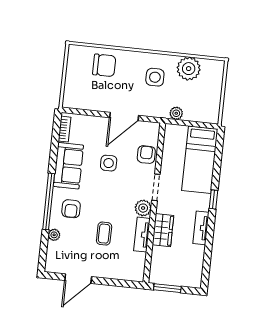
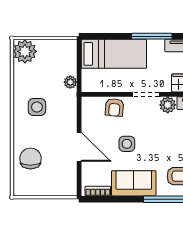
plant: (189, 69) -> (25, 51), moved
door: (124, 117) -> (79, 147), moved
armchair: (146, 155) -> (114, 107), turned -85
window: (213, 199) -> (152, 36), width x2.17

